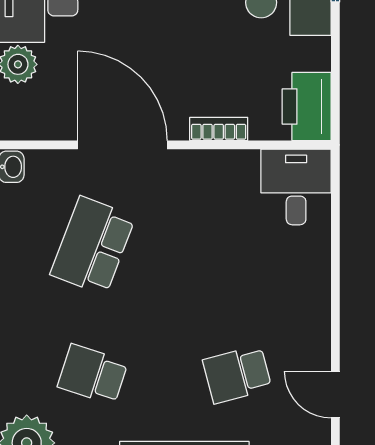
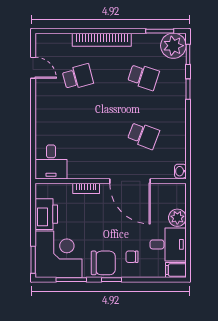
printer: (307, 106) -> (46, 214), moved
school desk: (93, 246) -> (143, 135), width x0.54

